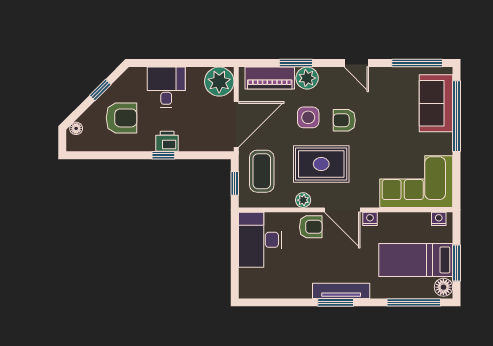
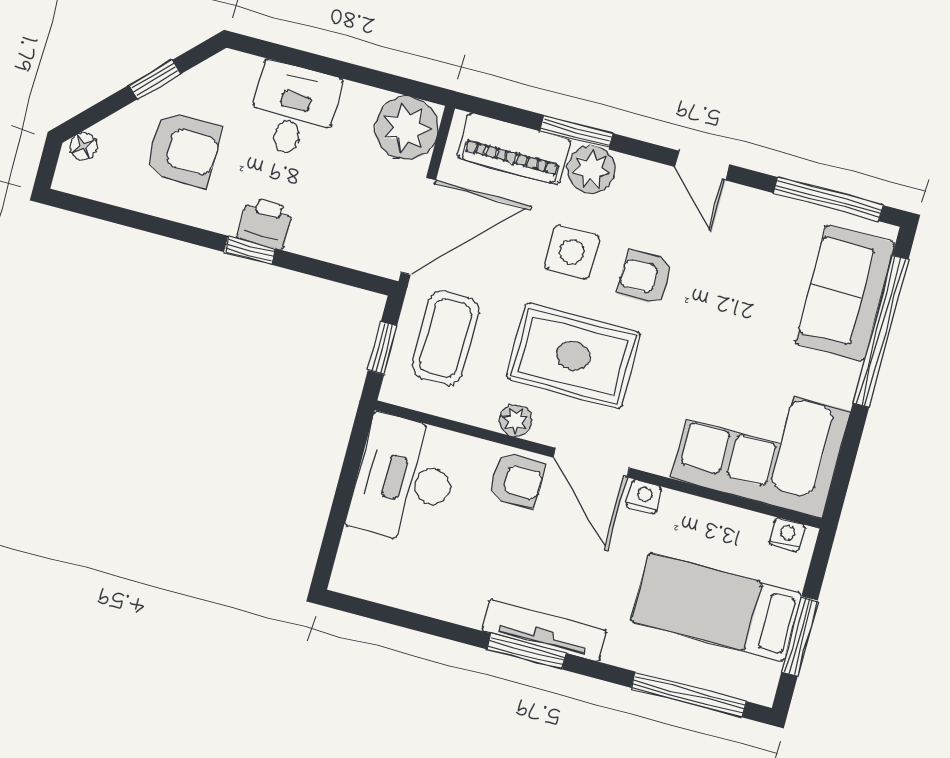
floor lamp: (443, 287) -> (759, 679), removed

